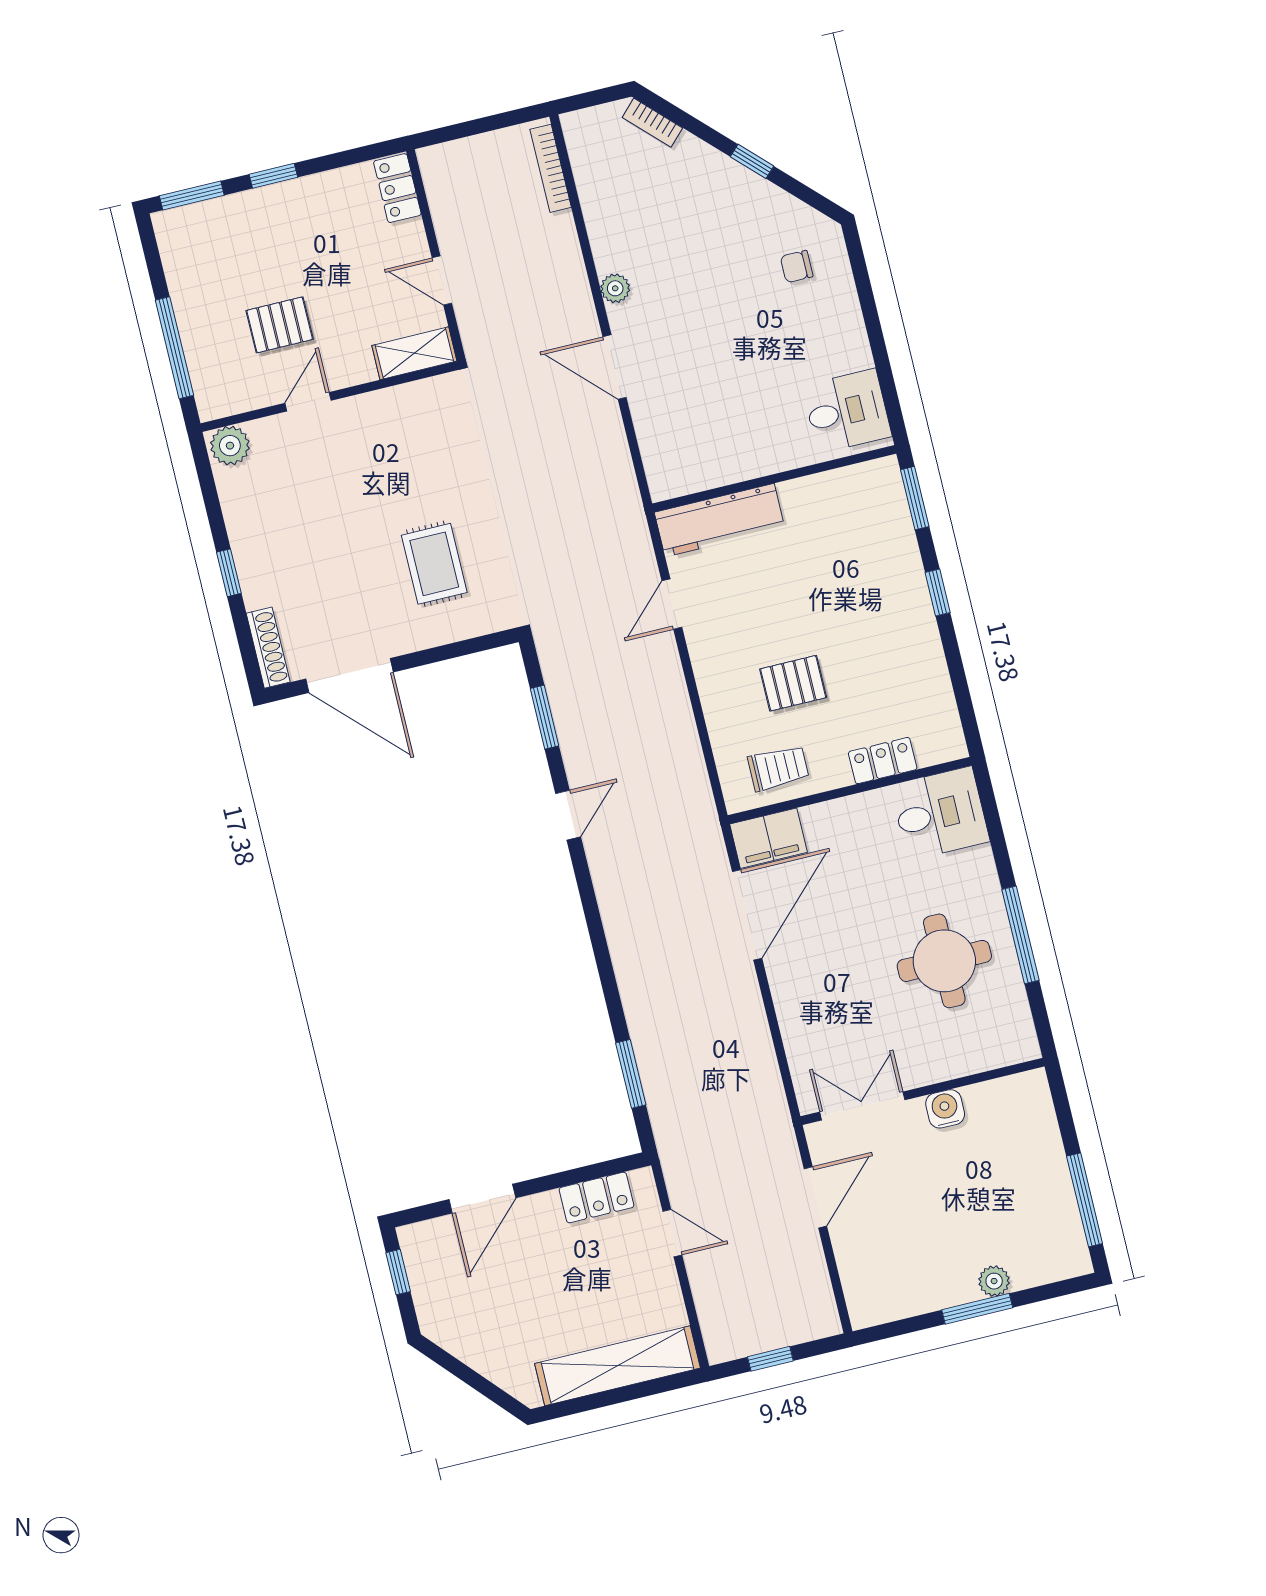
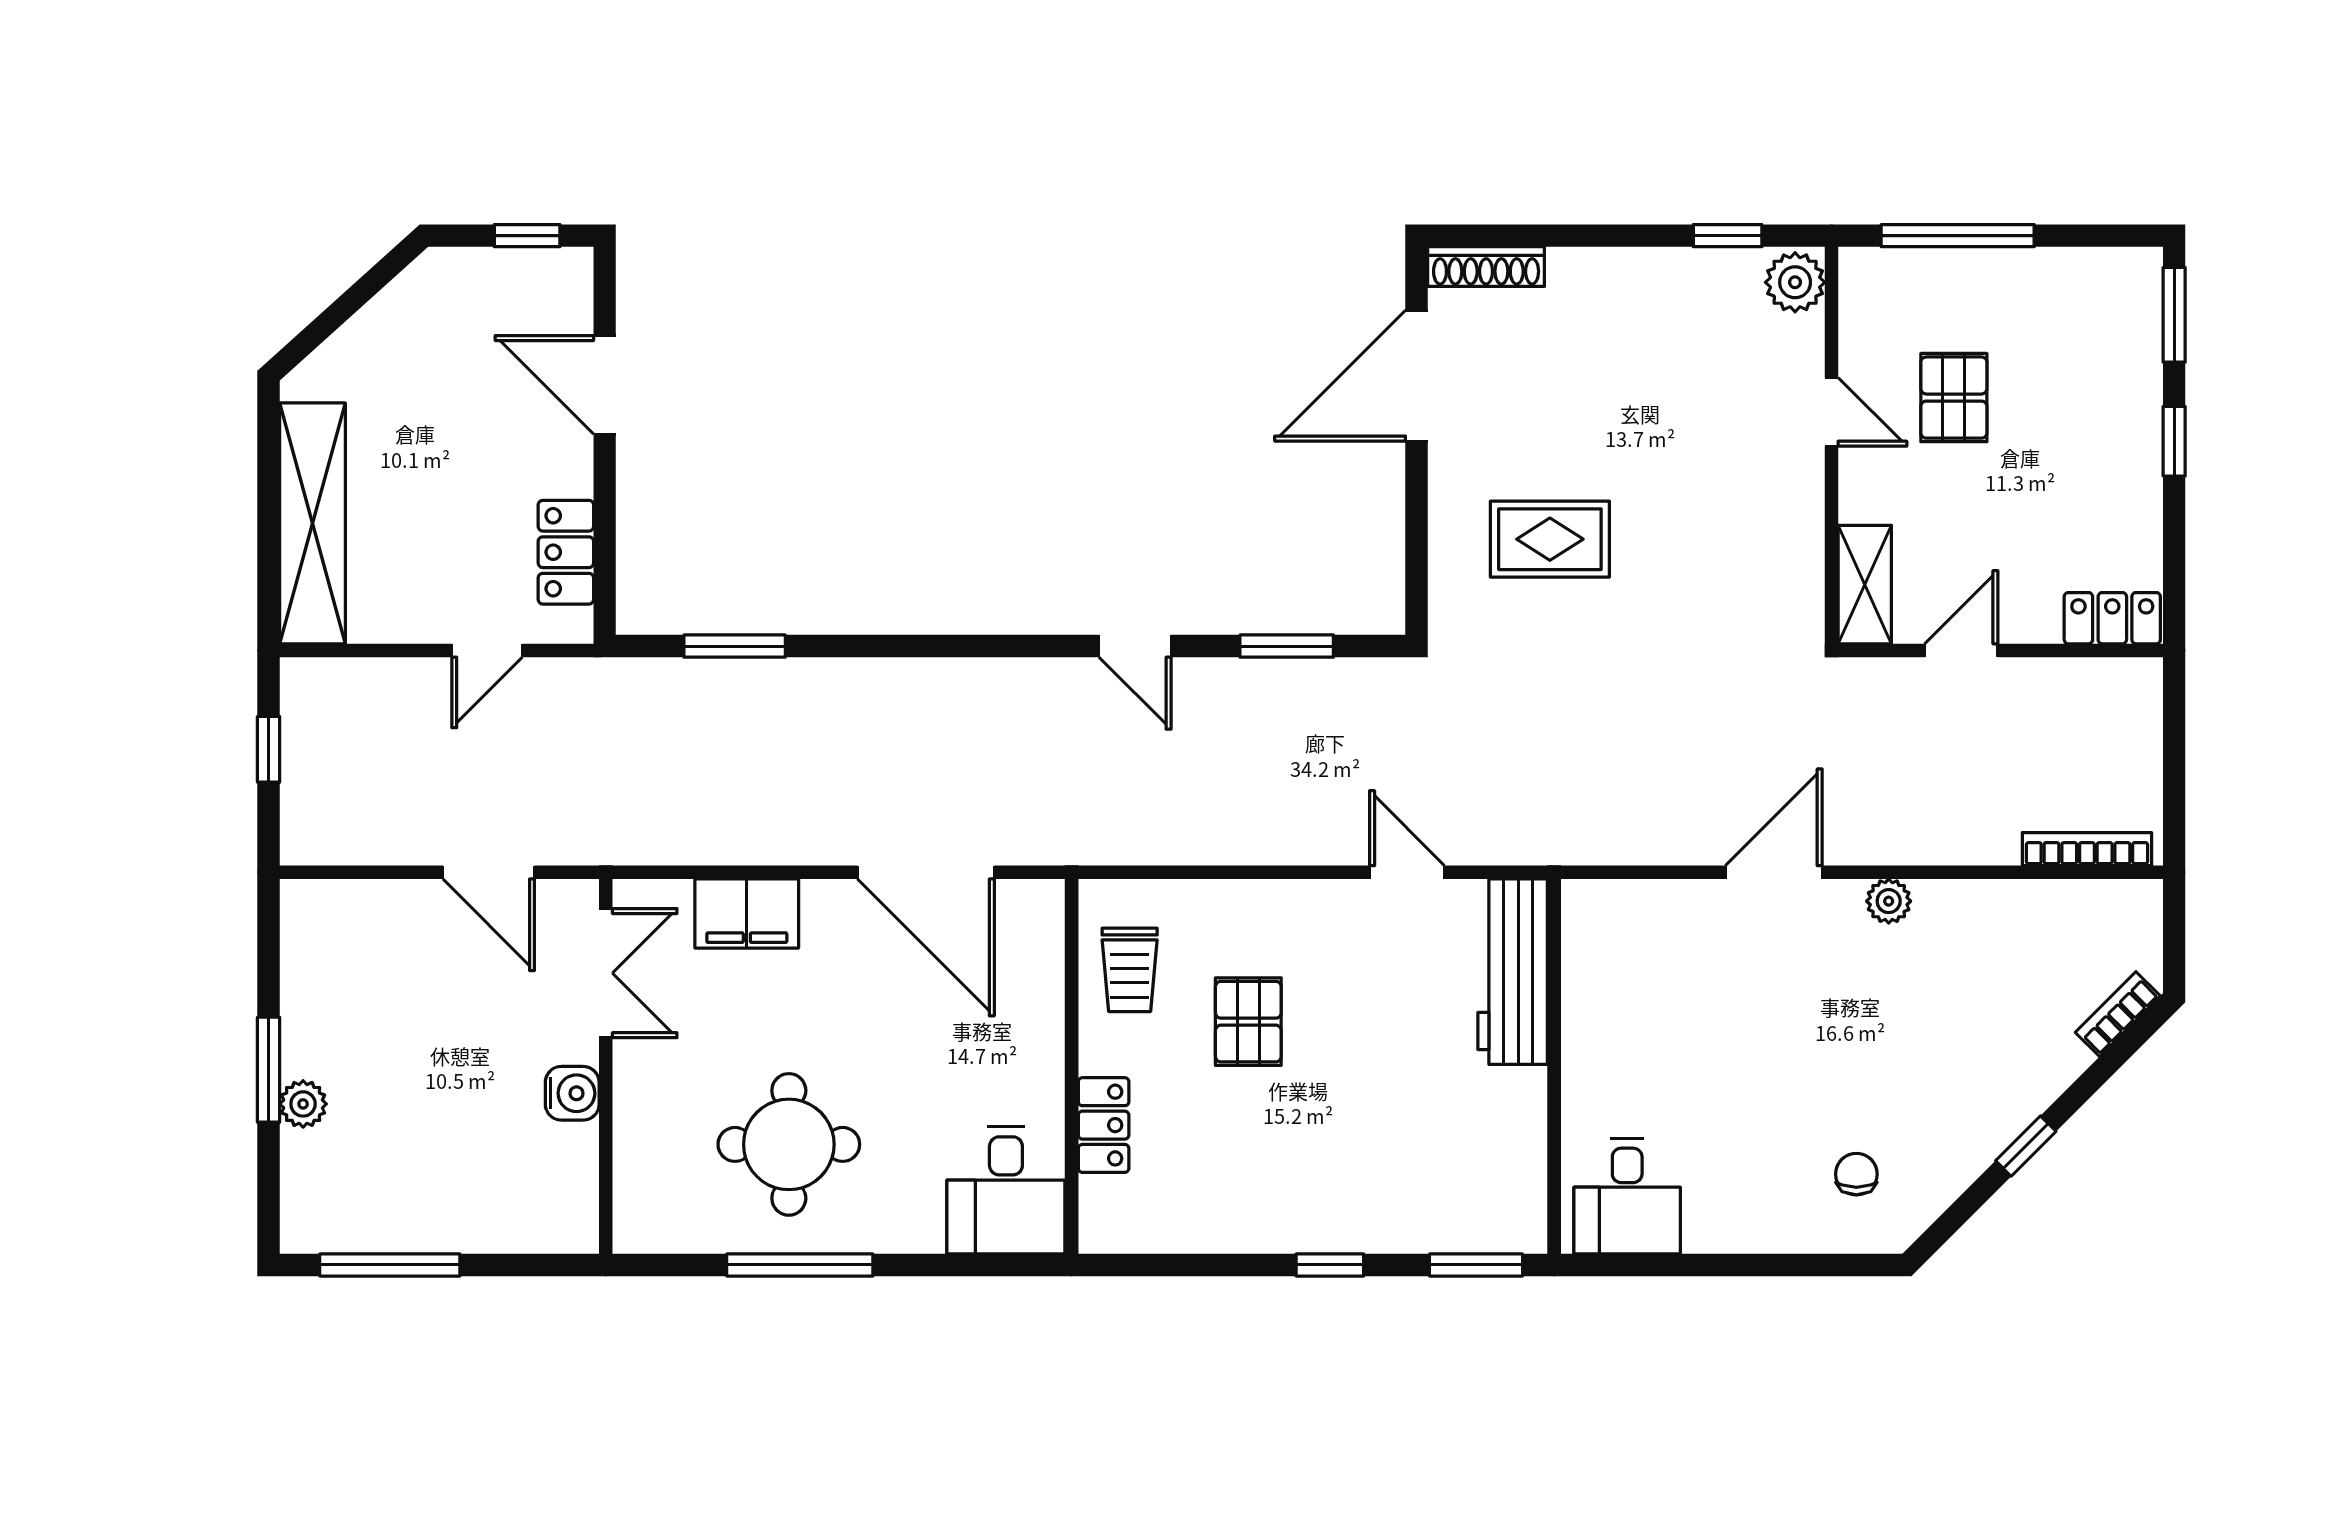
window: (229, 573) -> (1728, 236), moved
filing cabinet: (768, 838) -> (747, 913), moved, turned -90

